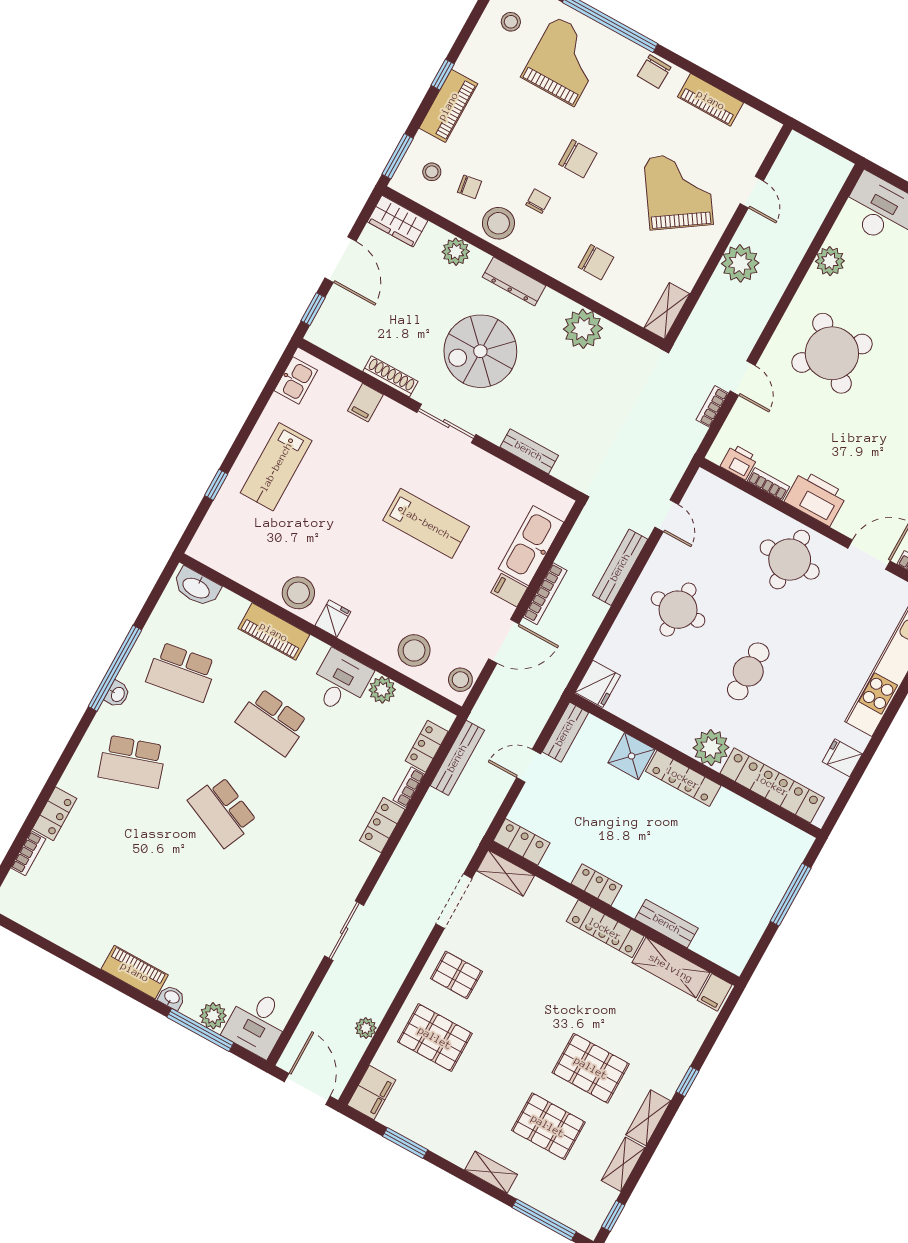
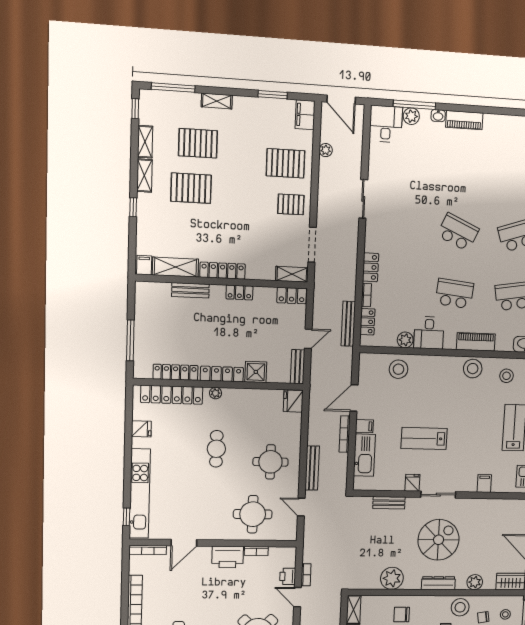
shoe rack: (390, 376) -> (478, 503), removed
printer: (739, 462) -> (288, 576), moved, turned 90
round table: (790, 560) -> (253, 514), moved
fridge: (333, 619) -> (412, 483), moved, turned 180
stool: (460, 680) -> (506, 376), moved
plant: (711, 748) -> (216, 393), width x0.53, depth x0.53
locker: (750, 815) -> (176, 372), added

